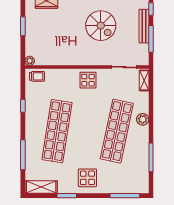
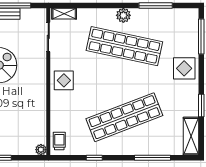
plant: (143, 119) -> (123, 15), moved
shop shelf: (57, 131) -> (124, 117), turned -30
display table: (87, 178) -> (184, 68), moved

